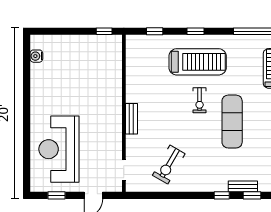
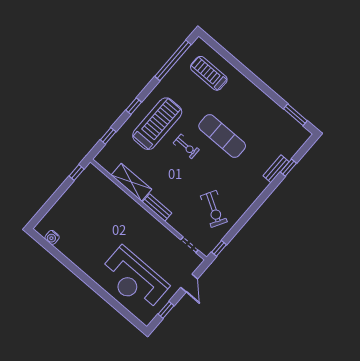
shelving: (134, 81) -> (131, 182), added
window: (222, 195) -> (219, 248), moved

